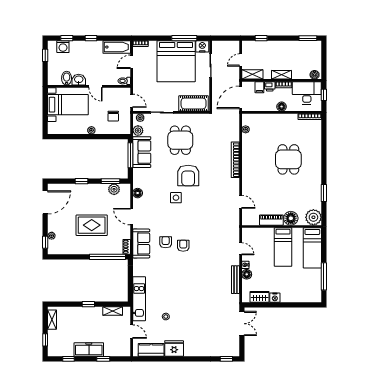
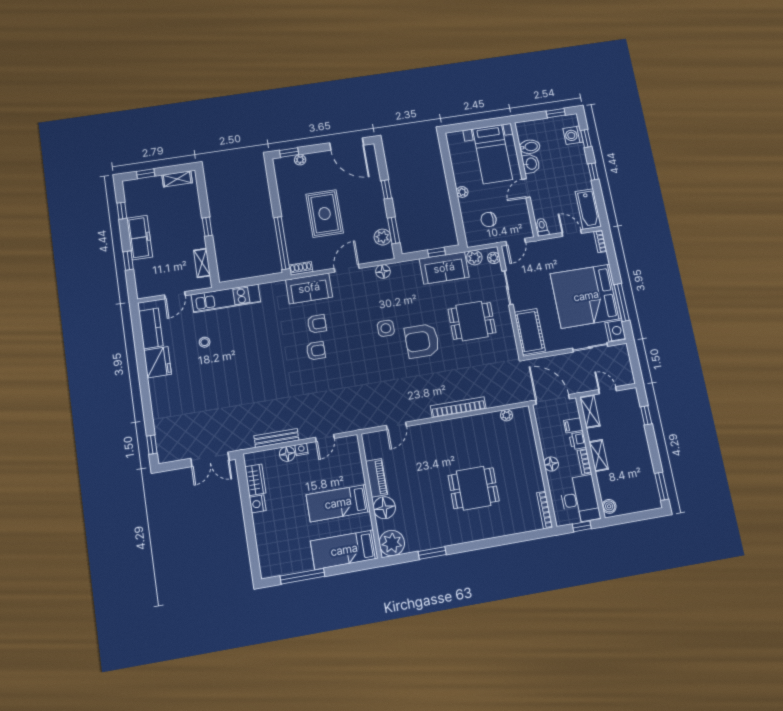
window: (130, 155) -> (436, 252), width x0.46

